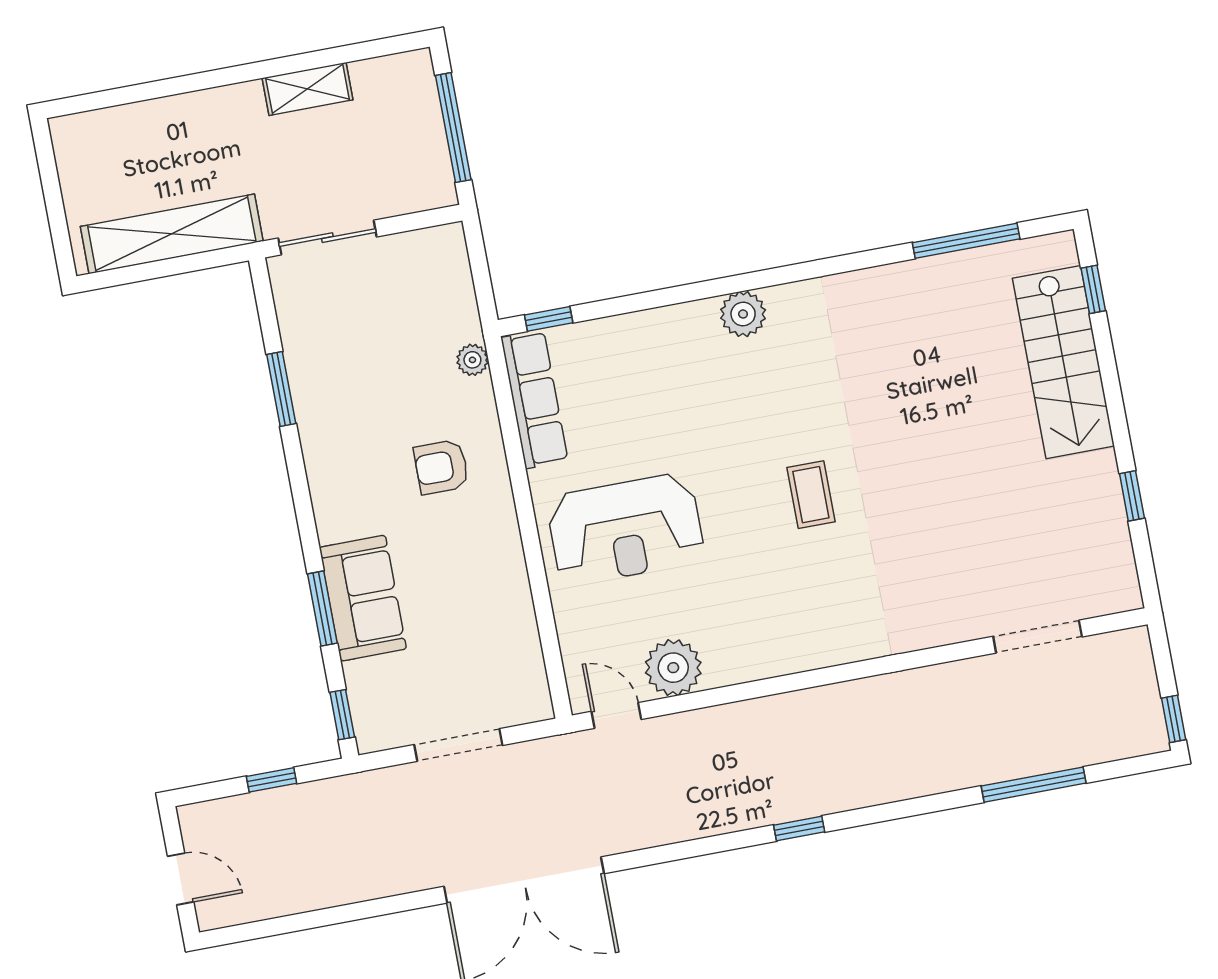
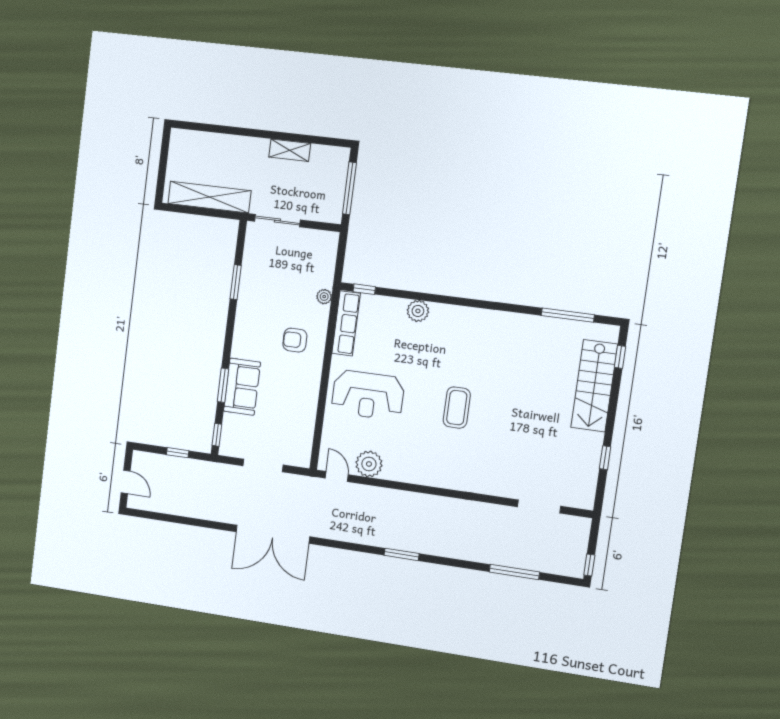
plant: (743, 314) -> (418, 311), moved
coffee table: (811, 495) -> (457, 408), width x1.36, depth x1.30
window: (799, 828) -> (402, 554), width x1.50

